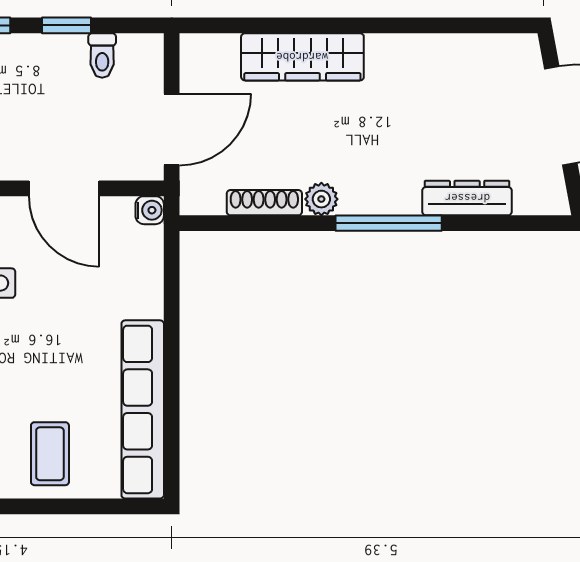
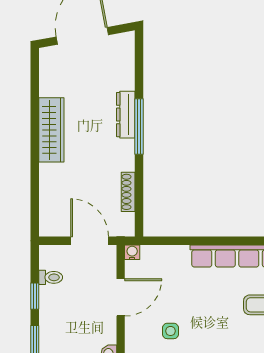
wardrobe: (302, 57) -> (51, 130), moved
dresser: (467, 198) -> (126, 115), moved
plant: (321, 199) -> (126, 162), removed

